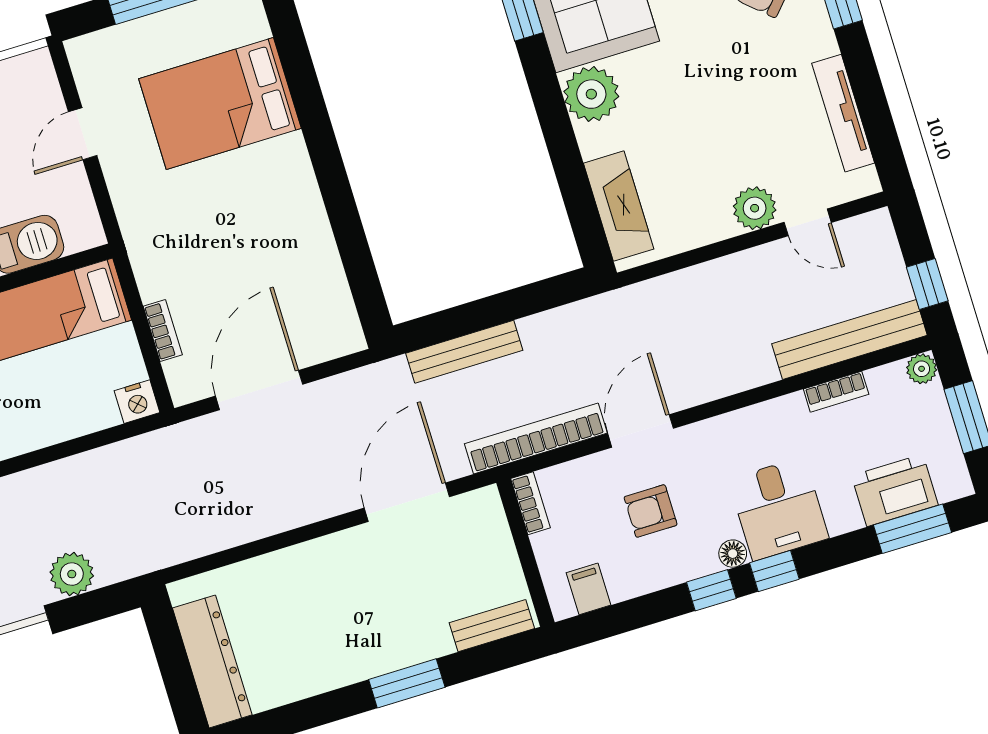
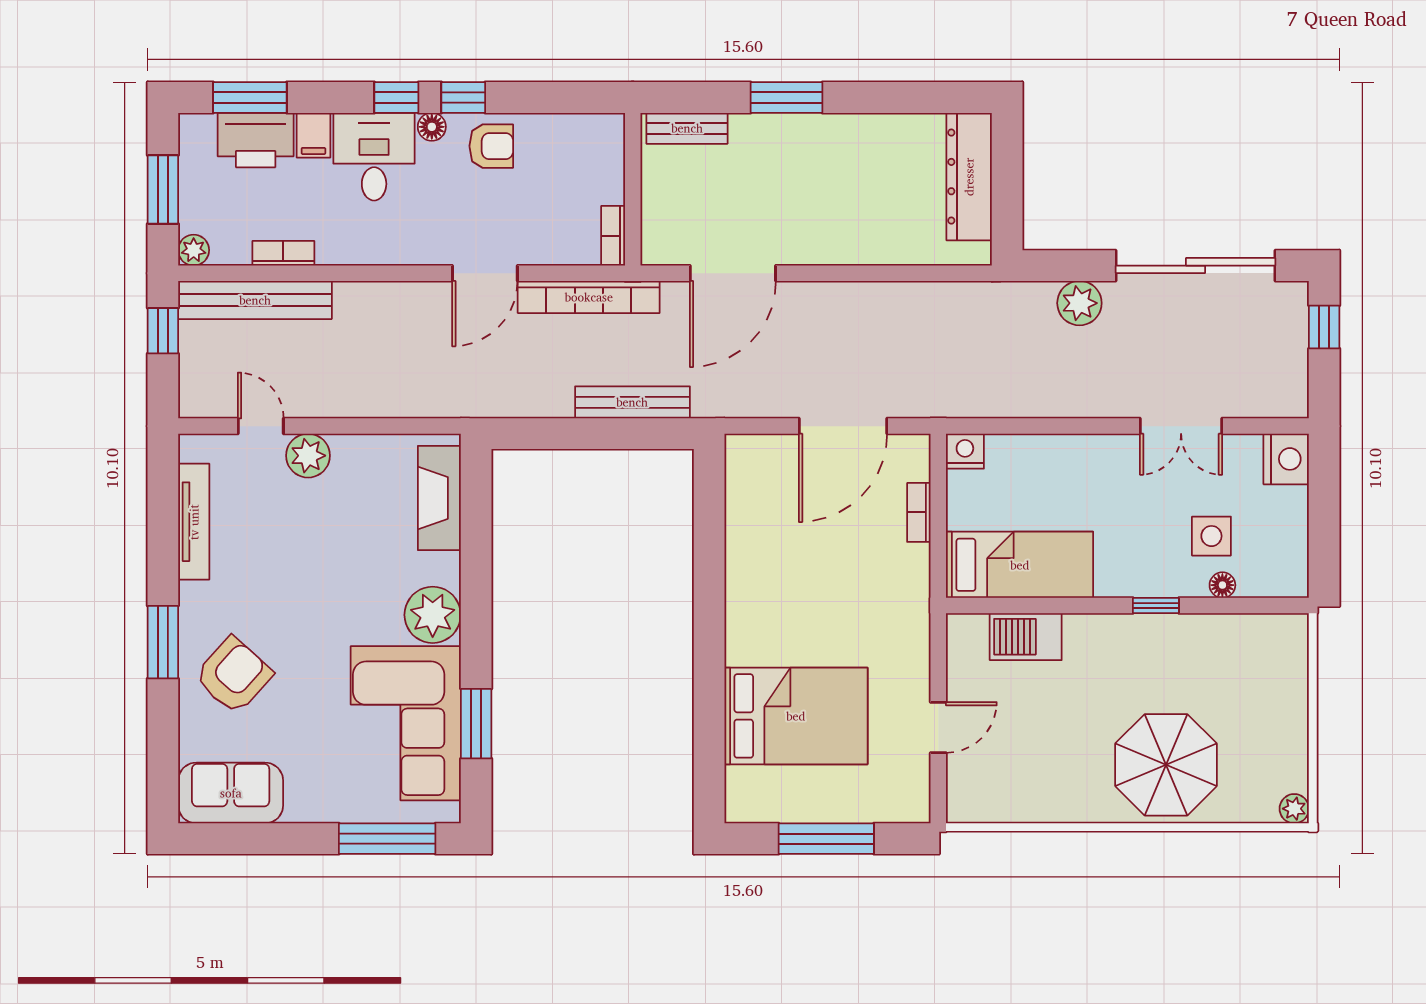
armchair: (651, 511) -> (491, 146), moved
filing cabinet: (589, 589) -> (313, 135), moved

